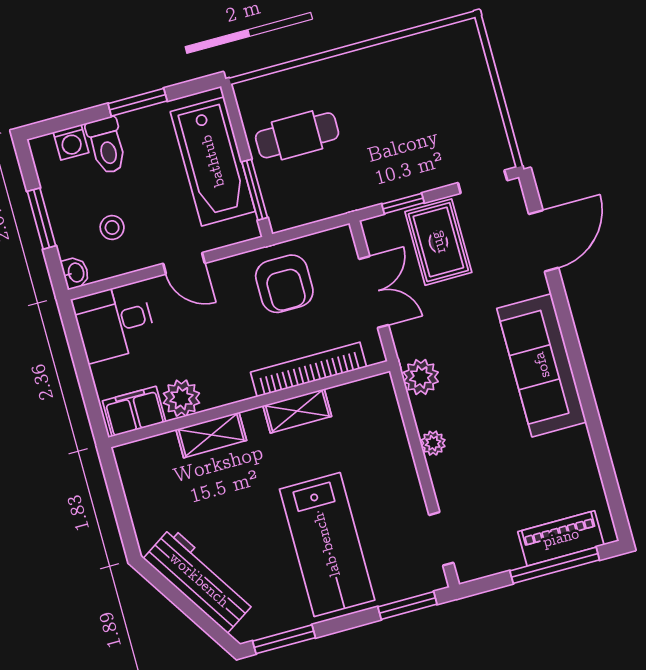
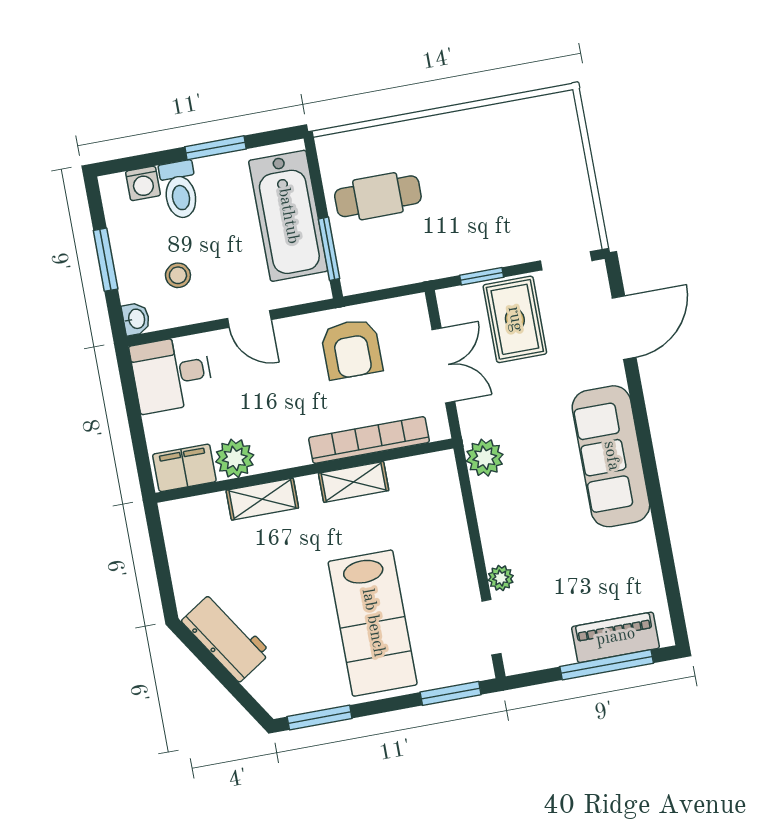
plant: (433, 443) -> (501, 578), moved
workbench: (199, 580) -> (226, 637), width x0.73

